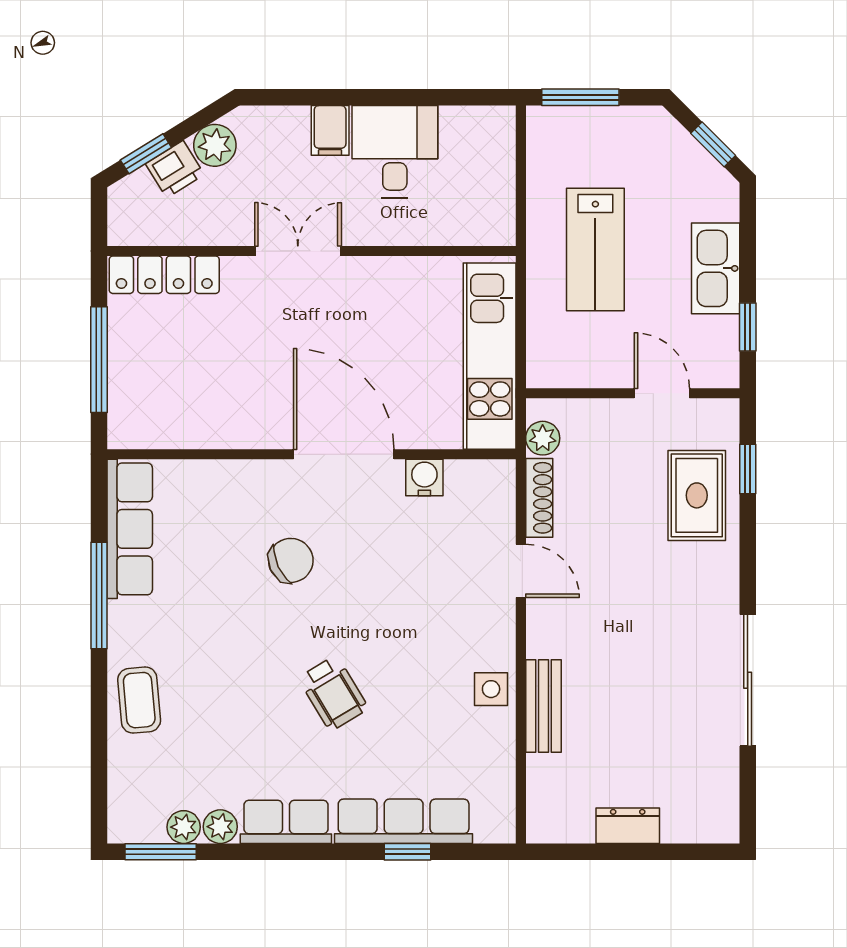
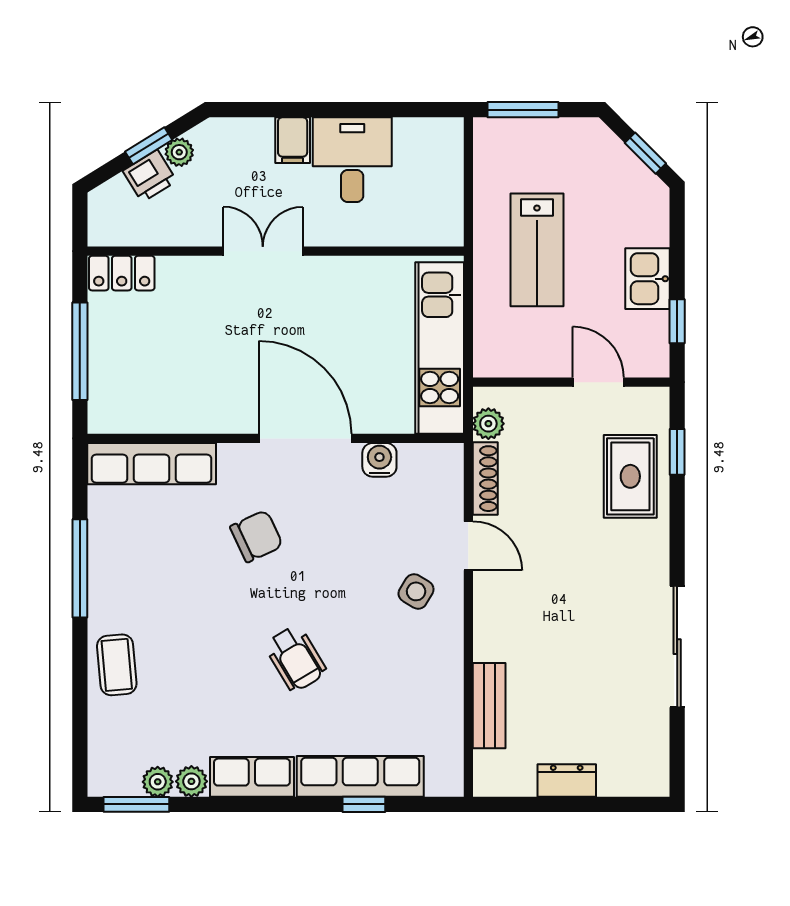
plant: (215, 145) -> (179, 152), width x0.73, depth x0.73
window: (146, 154) -> (149, 146), moved
kitchen sink: (716, 268) -> (648, 279), width x0.73
locker: (164, 275) -> (122, 273), width x0.66
row of seats: (130, 529) -> (152, 464), moved, turned 90
side table: (491, 689) -> (416, 591), moved, turned 31
bench: (543, 706) -> (489, 706), moved

